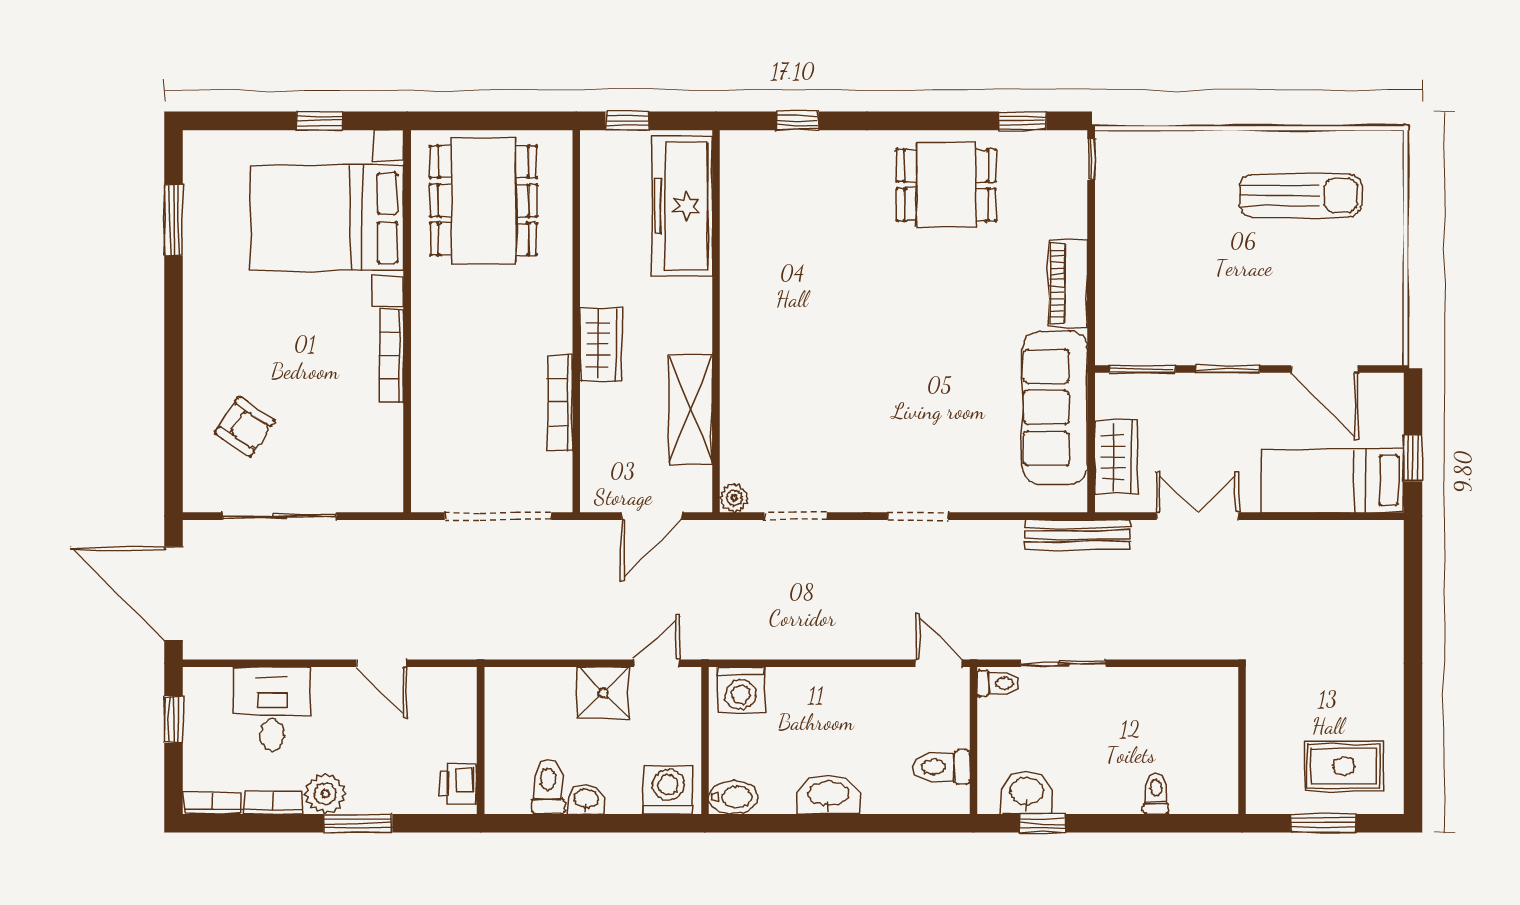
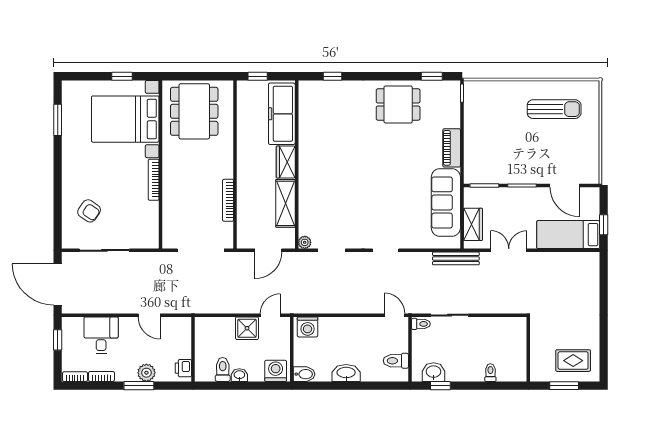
wardrobe: (601, 344) -> (286, 162), moved, turned 180
plant: (325, 794) -> (146, 373), moved

